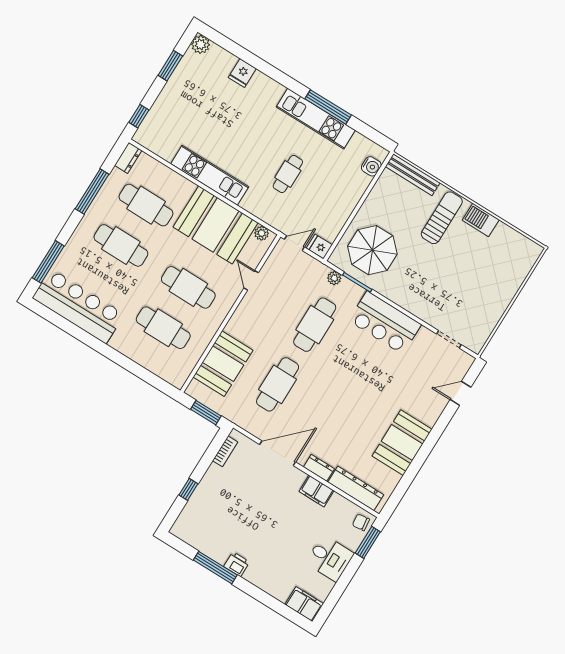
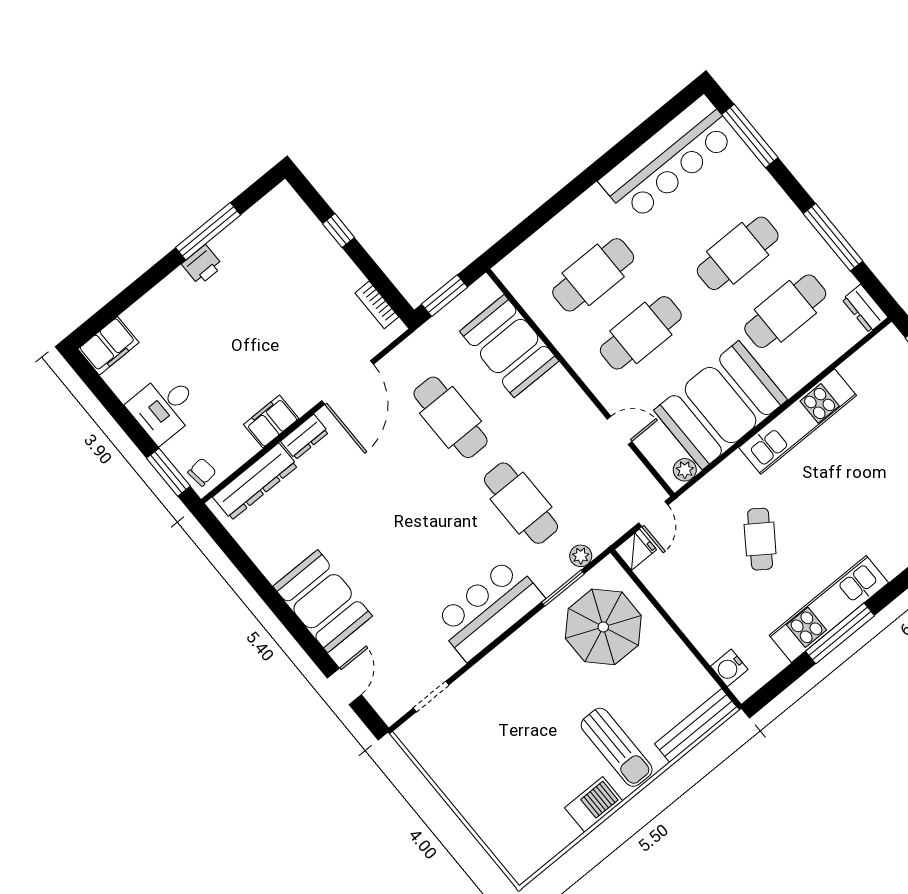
cafe table: (288, 174) -> (760, 539), turned 35
booth: (402, 443) -> (323, 601), moved

